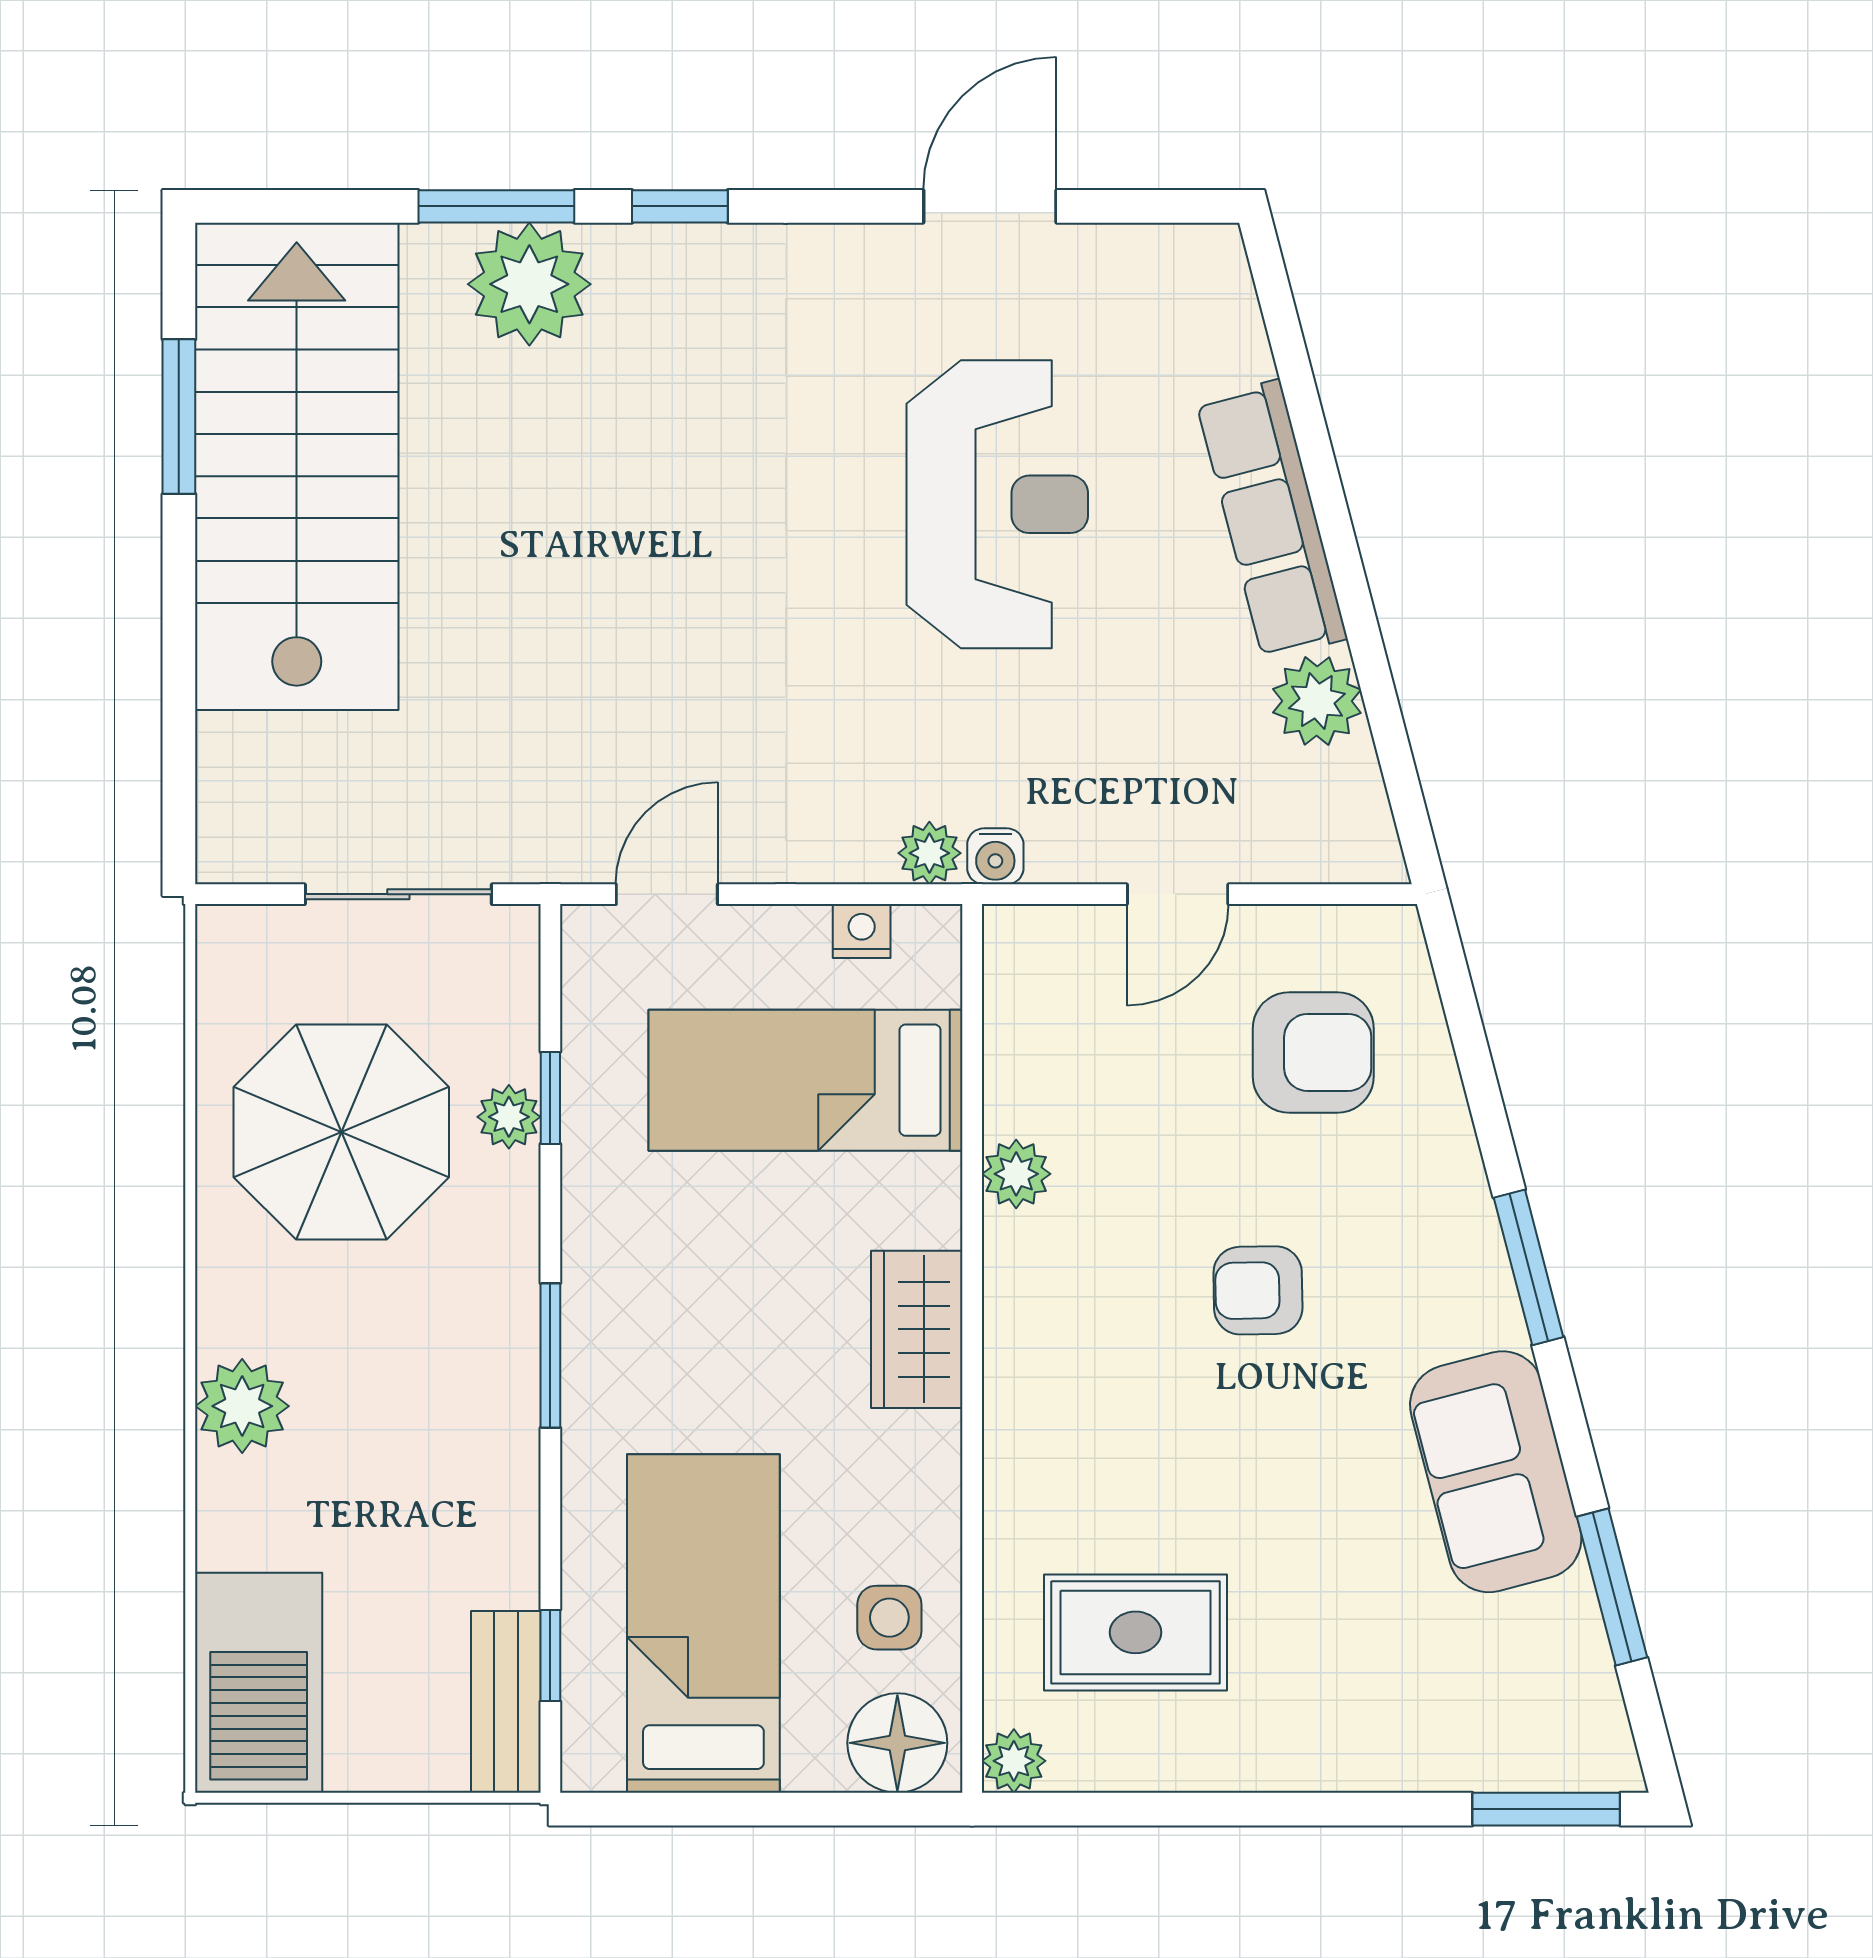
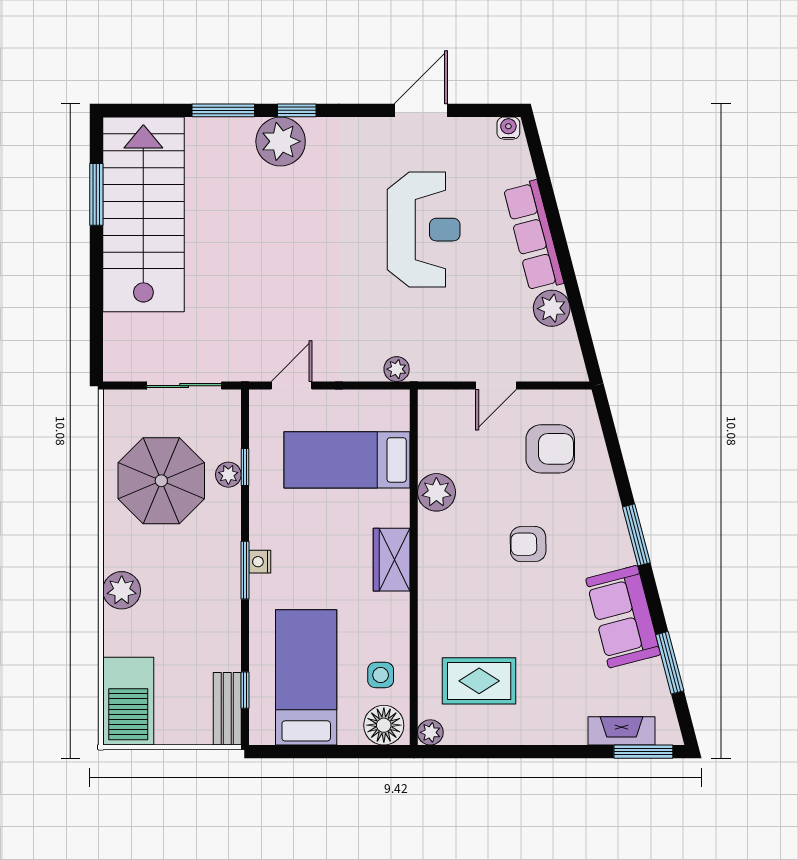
plant: (529, 284) -> (281, 141), moved
water cooler: (995, 856) -> (508, 128), moved, turned 180
nightstand: (862, 931) -> (260, 562), moved, turned -90
plant: (1016, 1174) -> (436, 492), width x1.38, depth x1.38
fireplace: (1491, 1757) -> (621, 731), added

